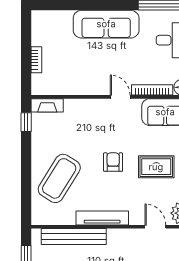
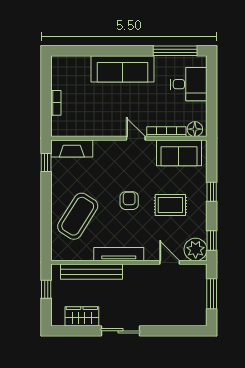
fireplace: (47, 105) -> (72, 148), width x1.37, depth x1.32

